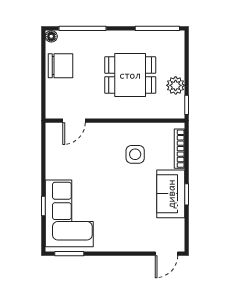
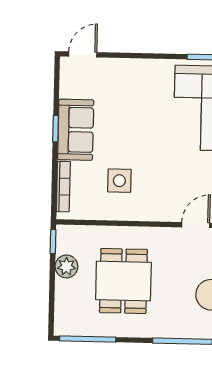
dining table: (130, 75) -> (123, 281), turned 90

